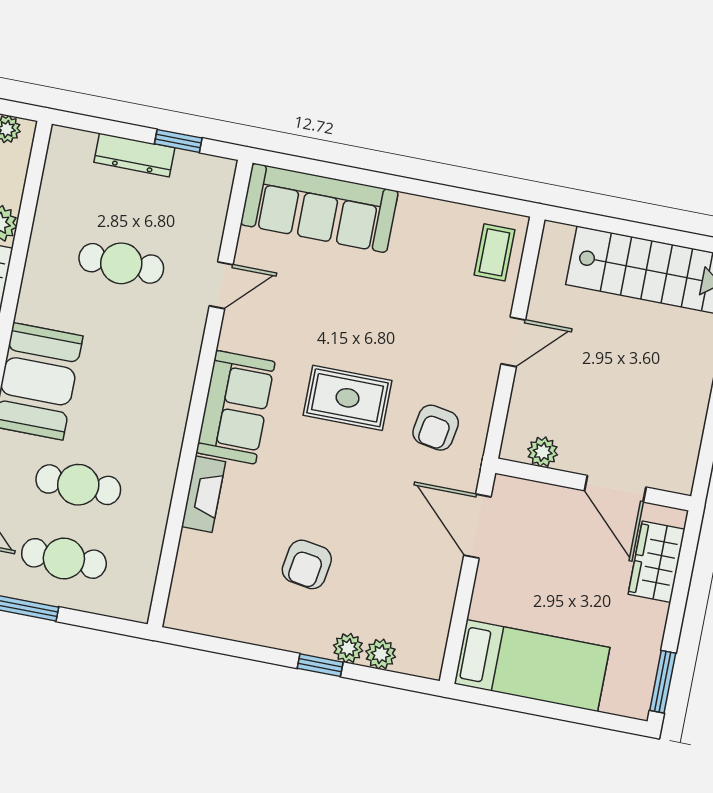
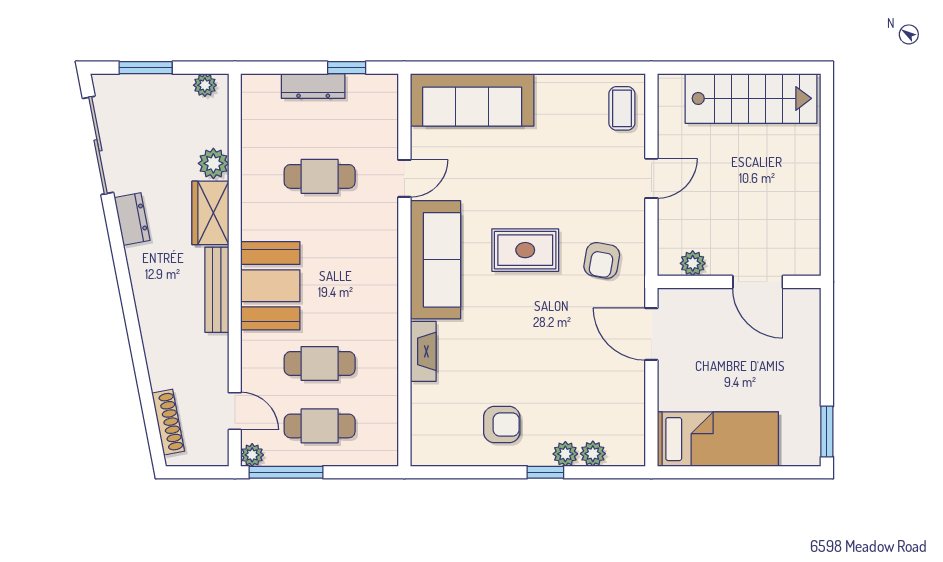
sofa: (236, 407) -> (435, 260), width x1.36
wardrobe: (657, 562) -> (803, 335), removed
armchair: (307, 564) -> (502, 425), moved, turned -99

